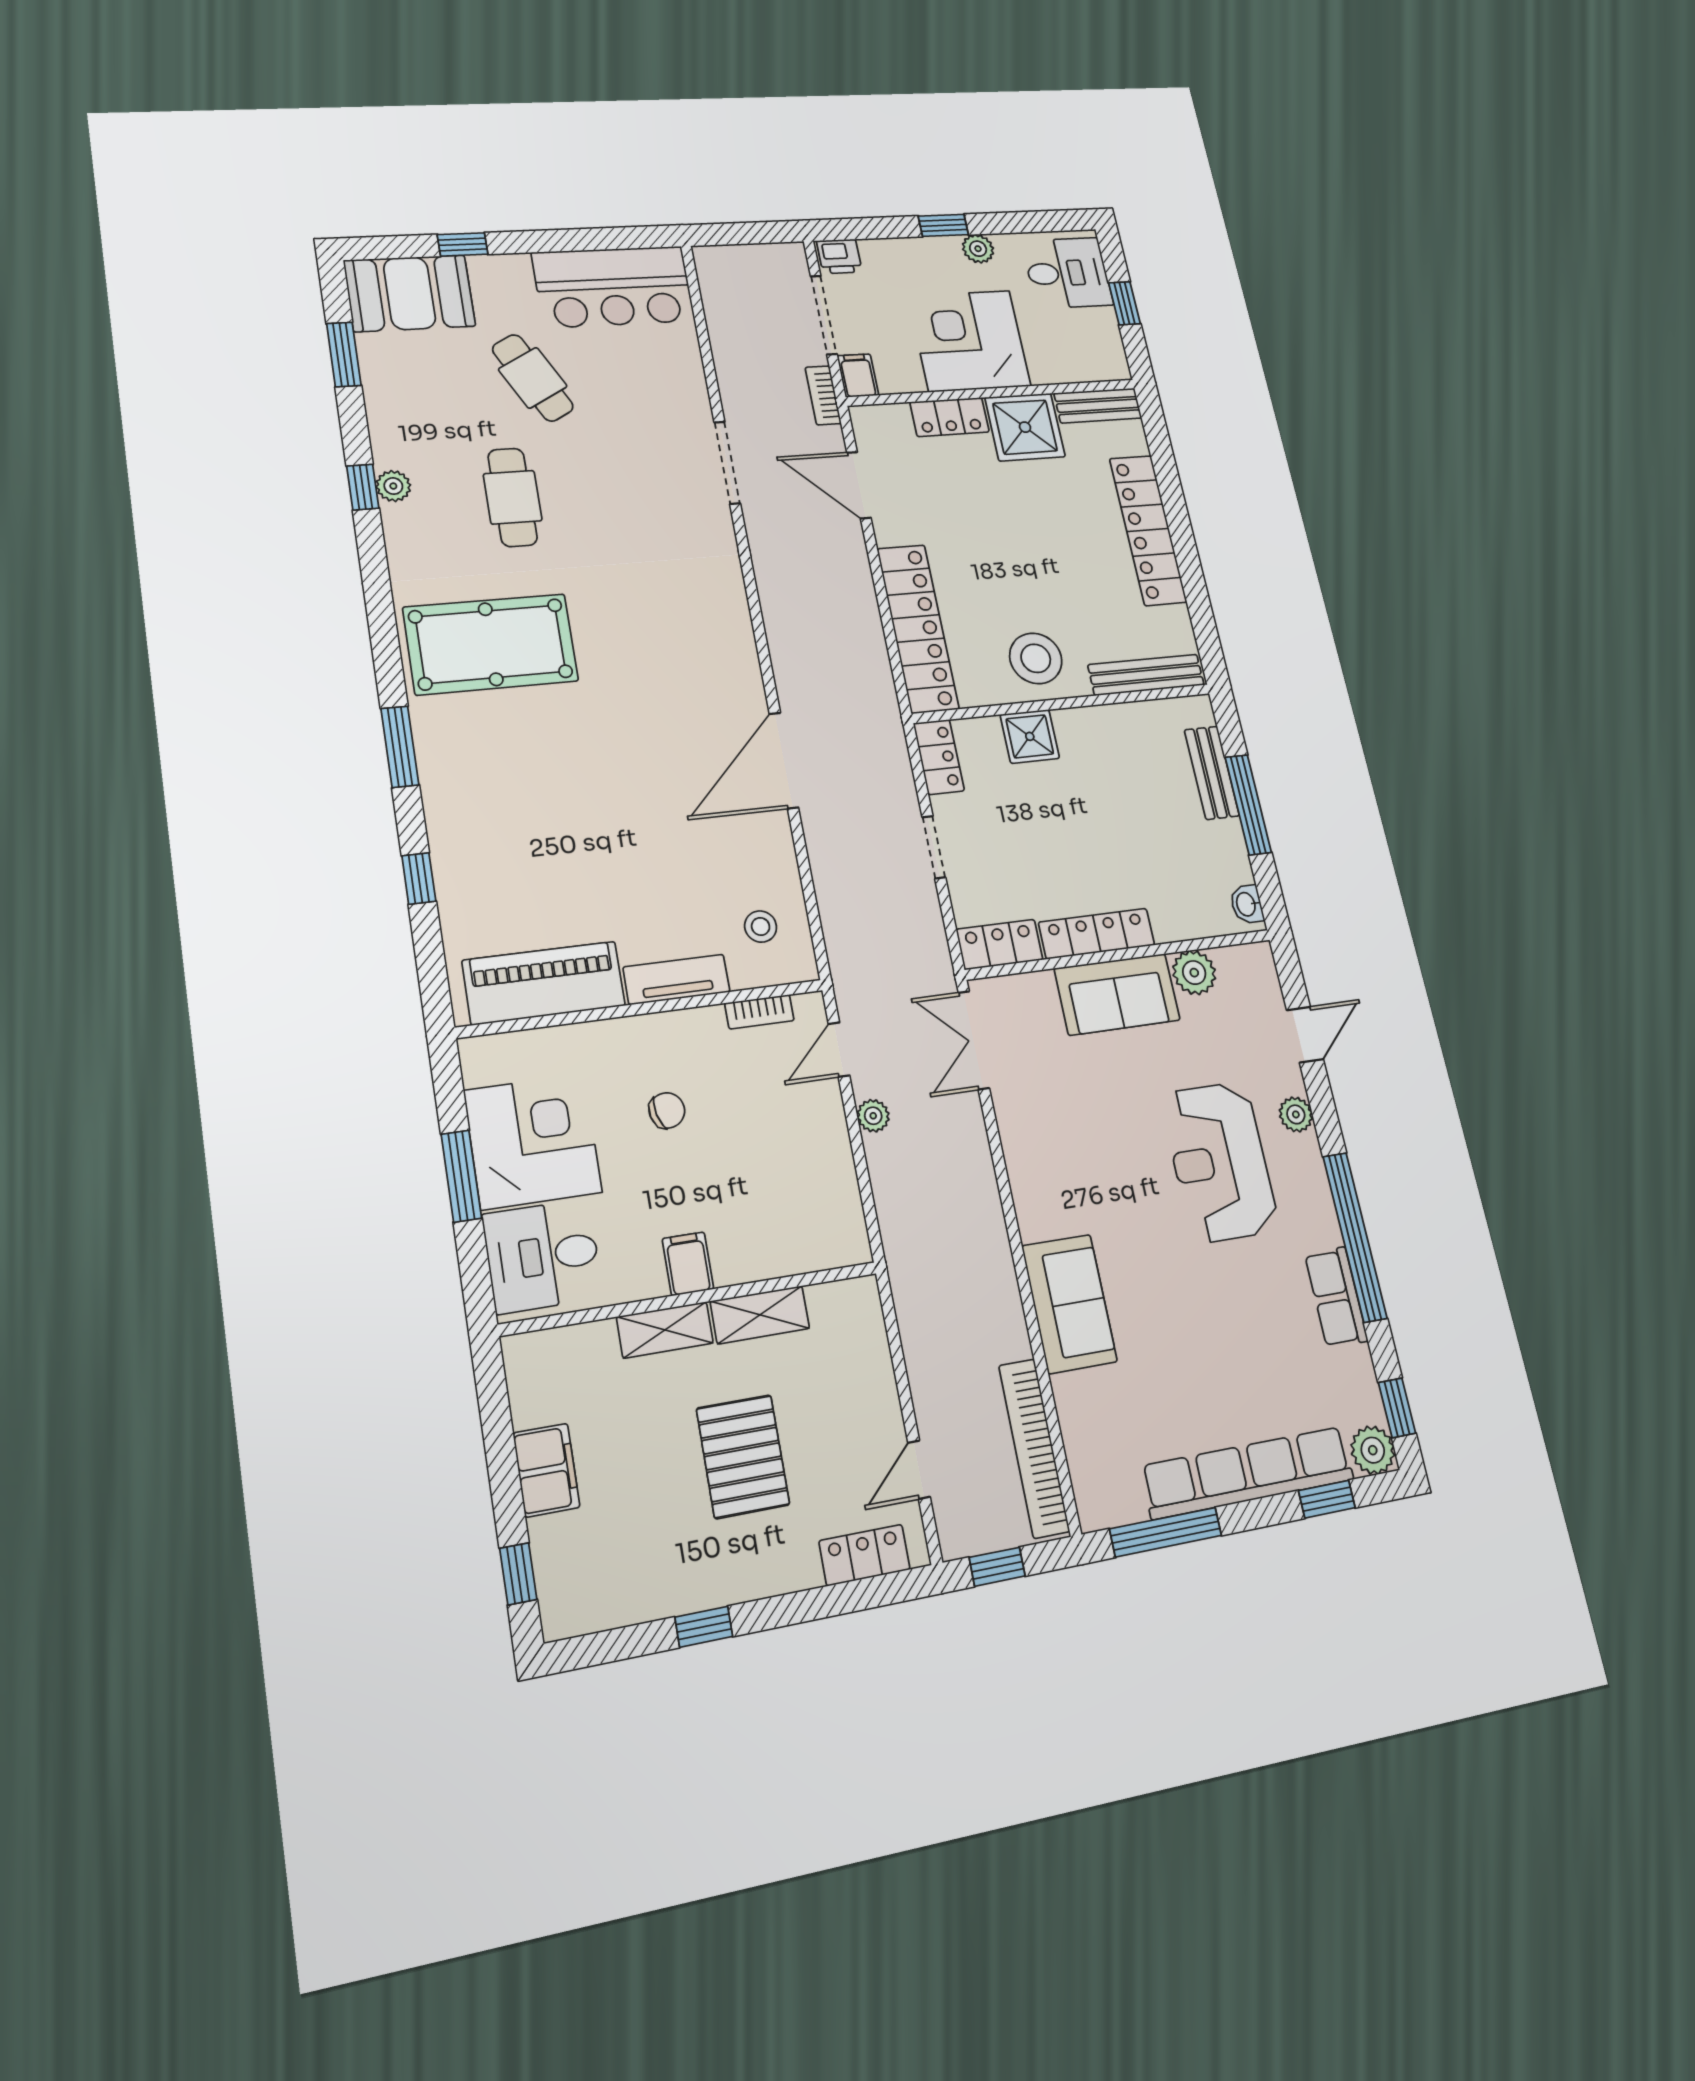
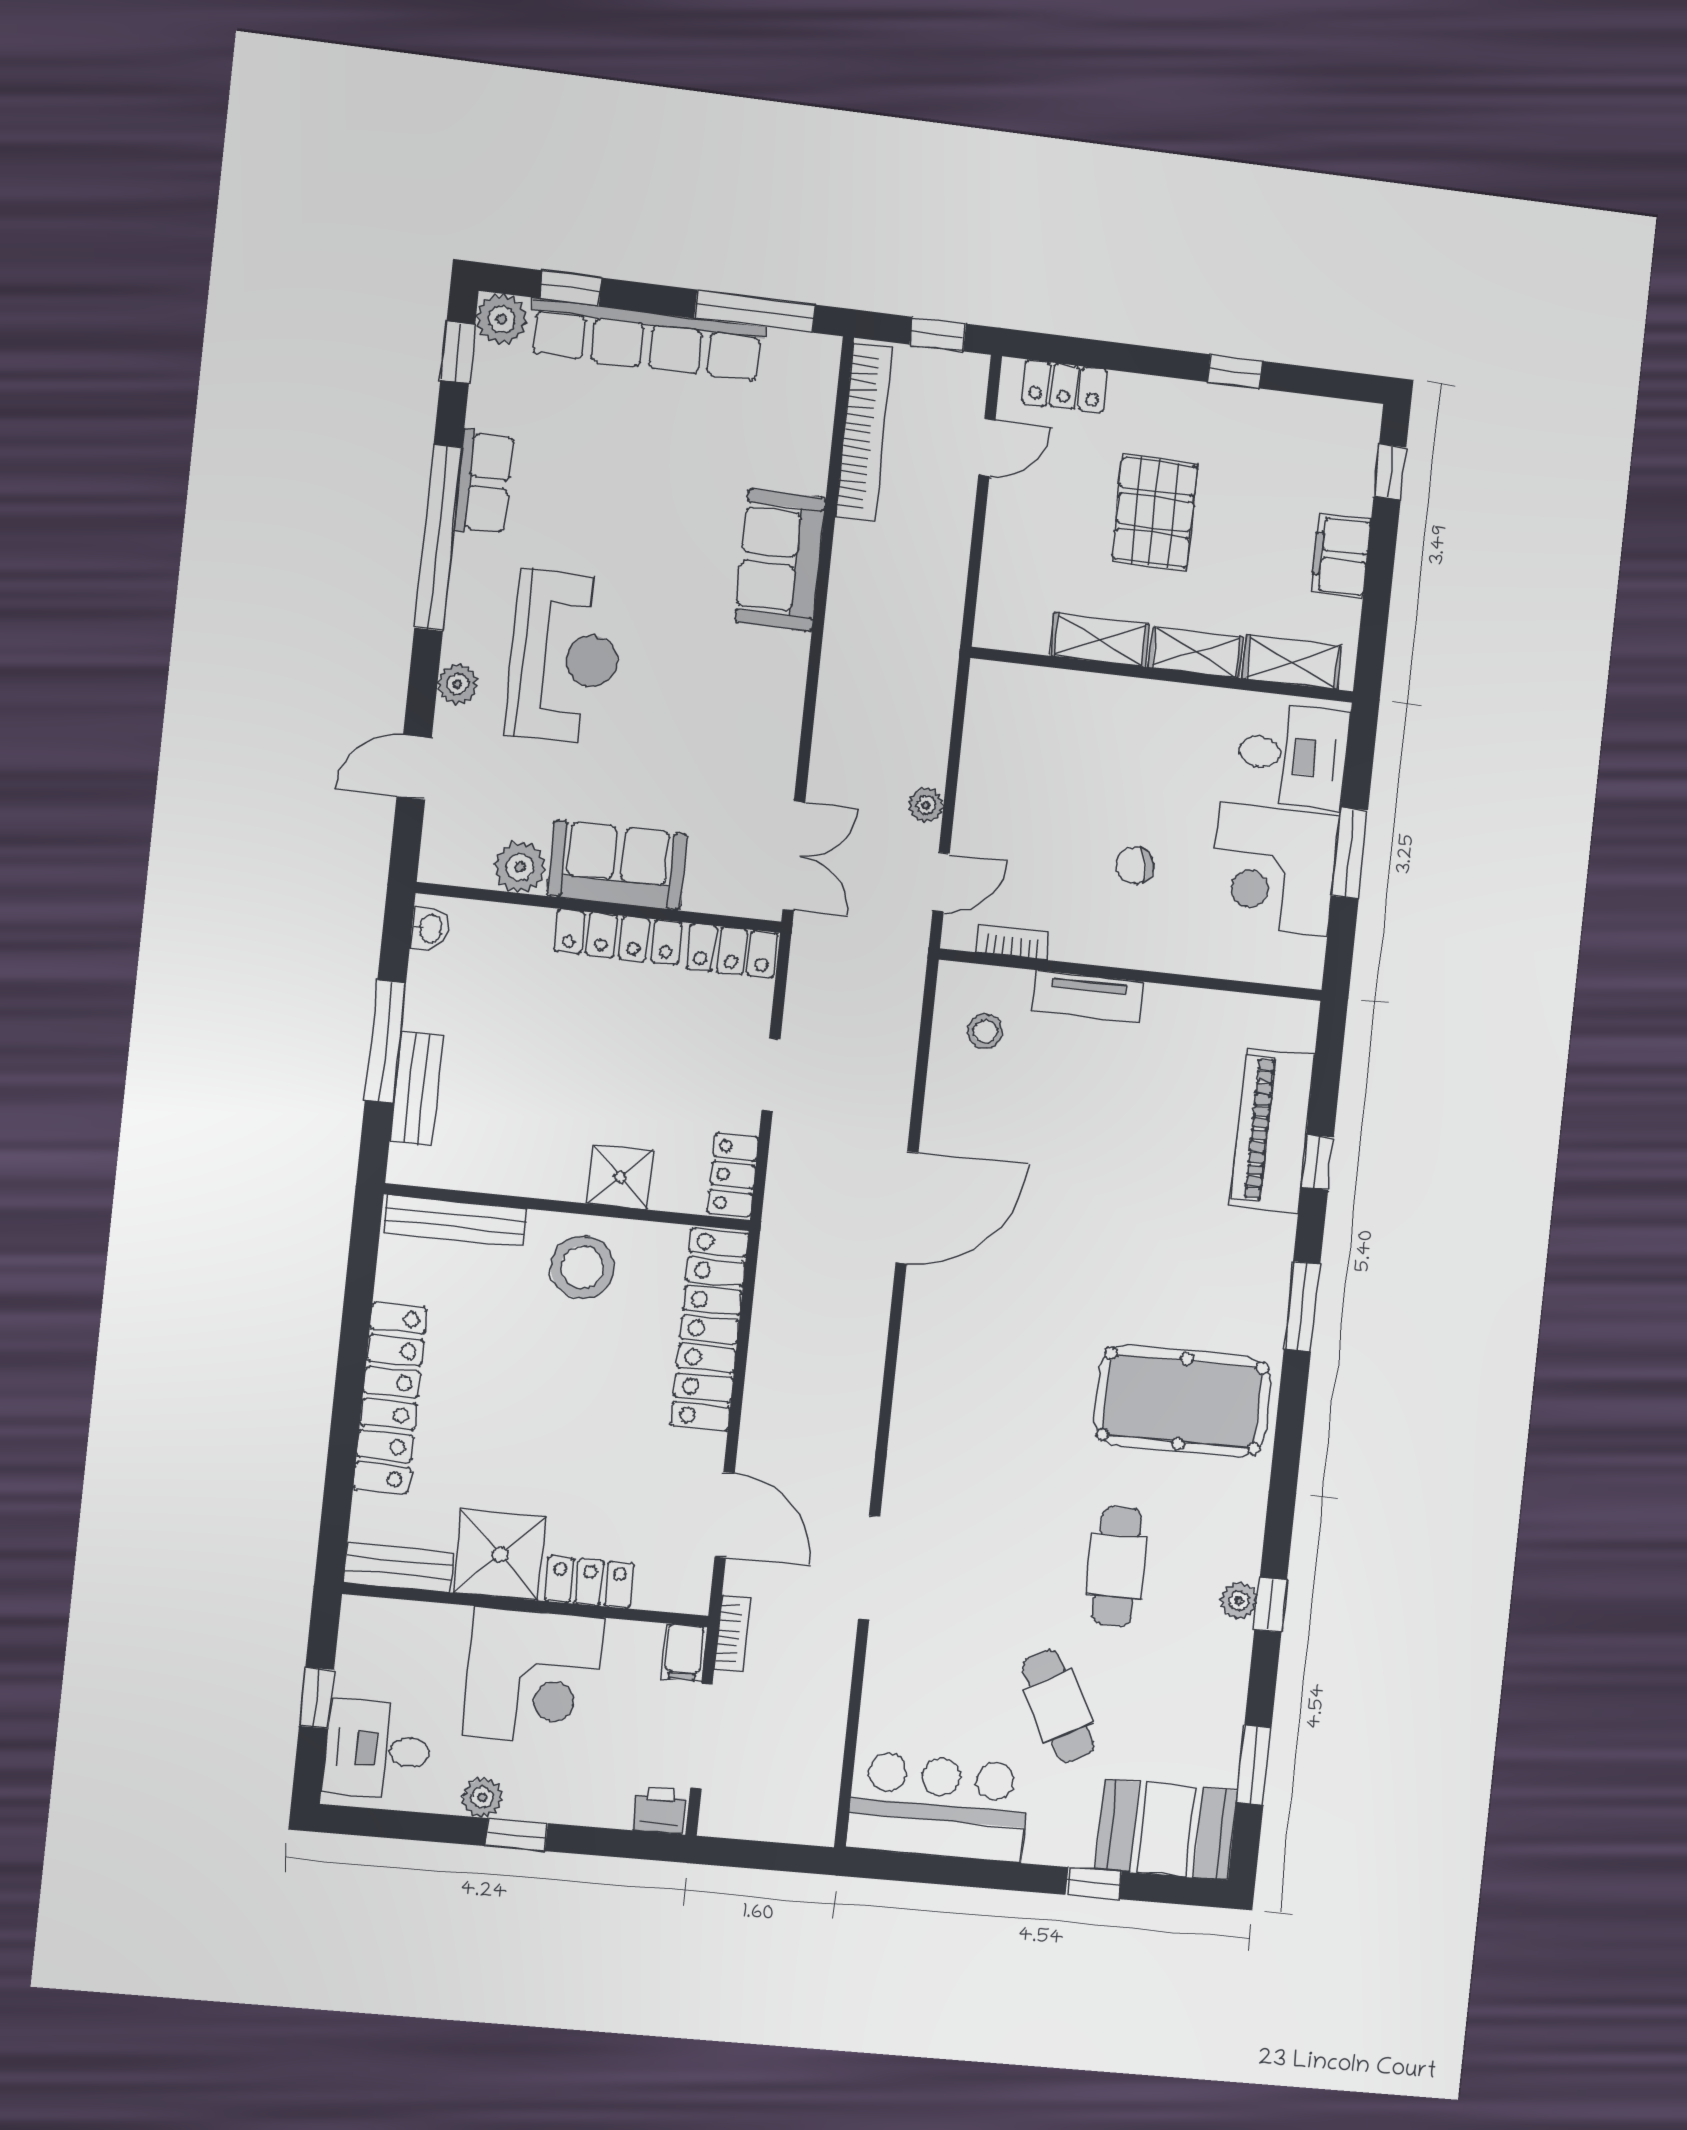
piano: (544, 983) -> (1273, 1130), moved, turned 90
filing cabinet: (688, 1264) -> (1156, 709), removed
shelving: (567, 1348) -> (1292, 662), added

